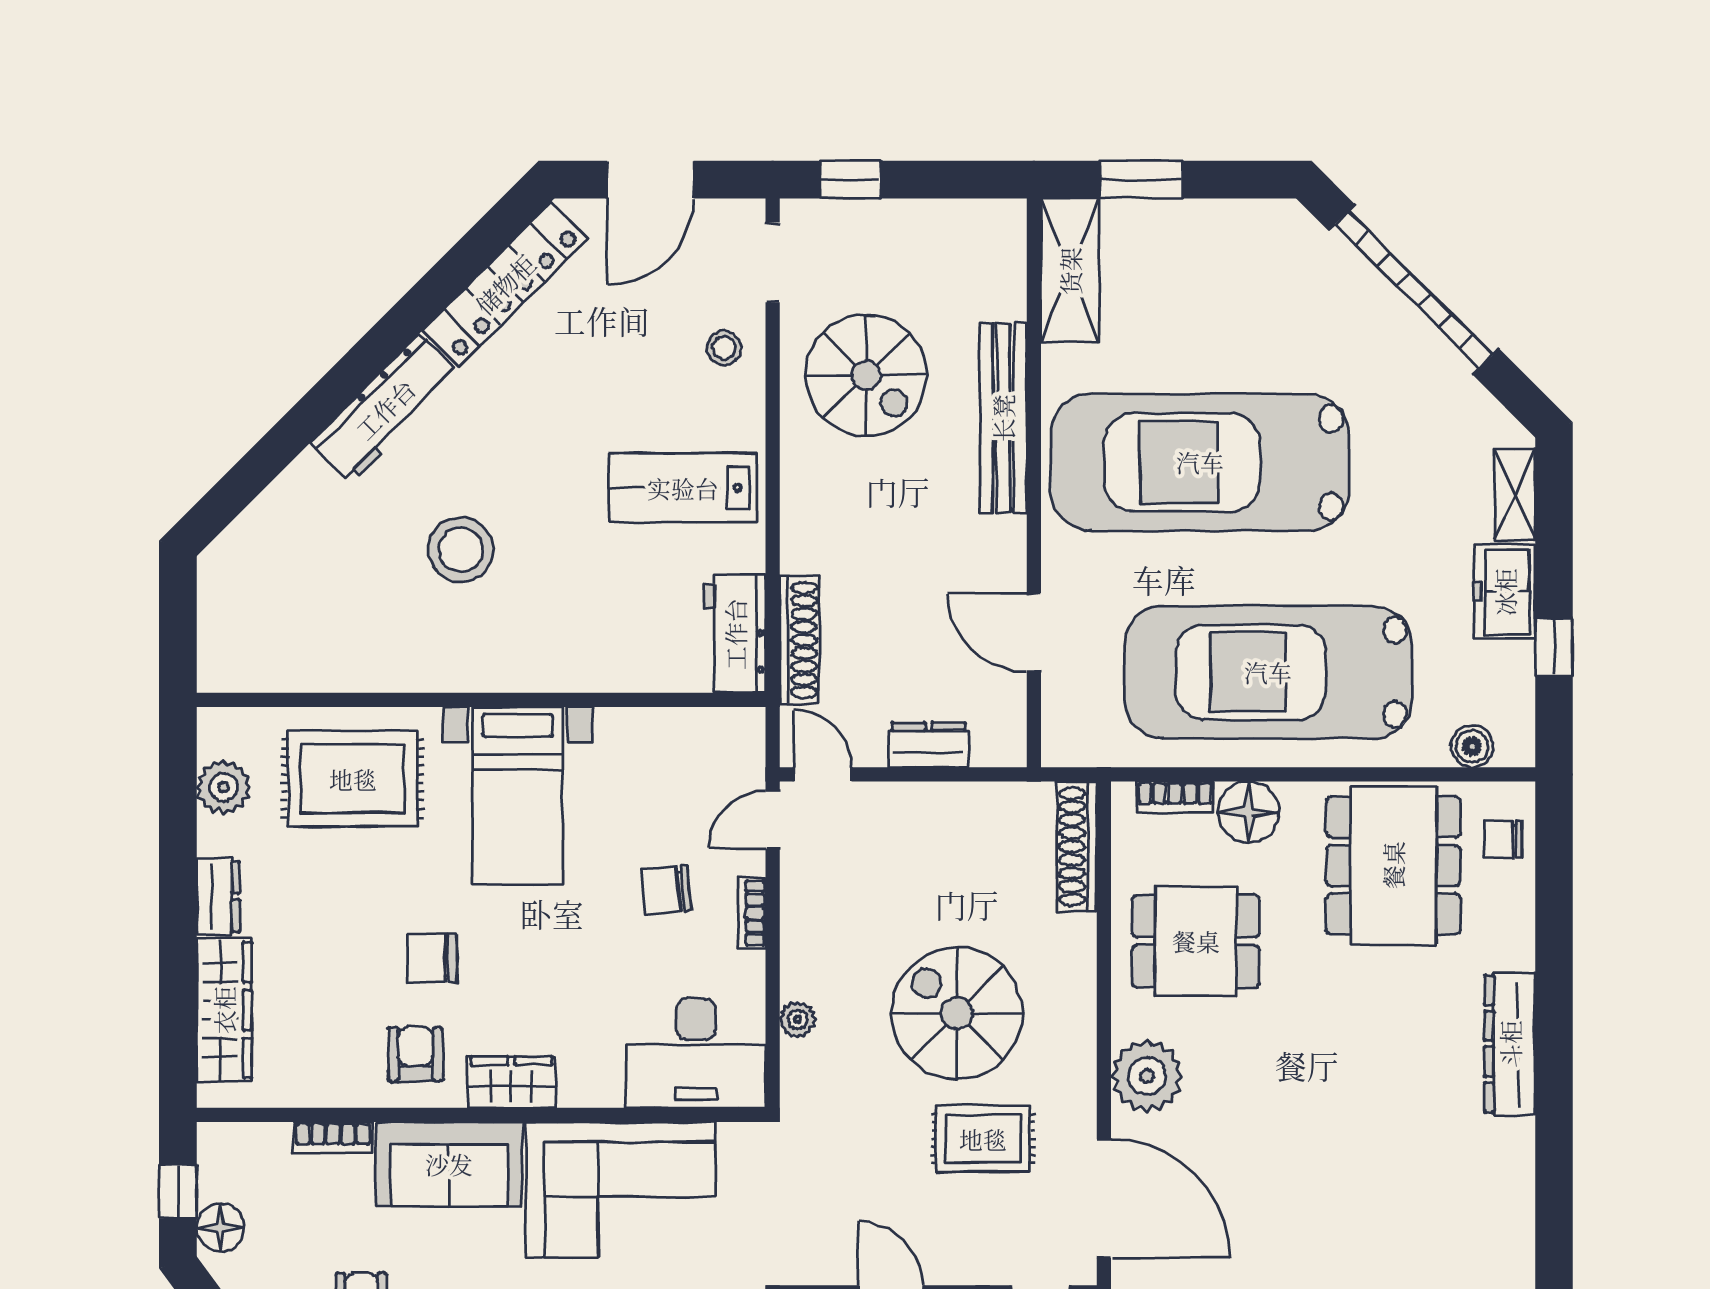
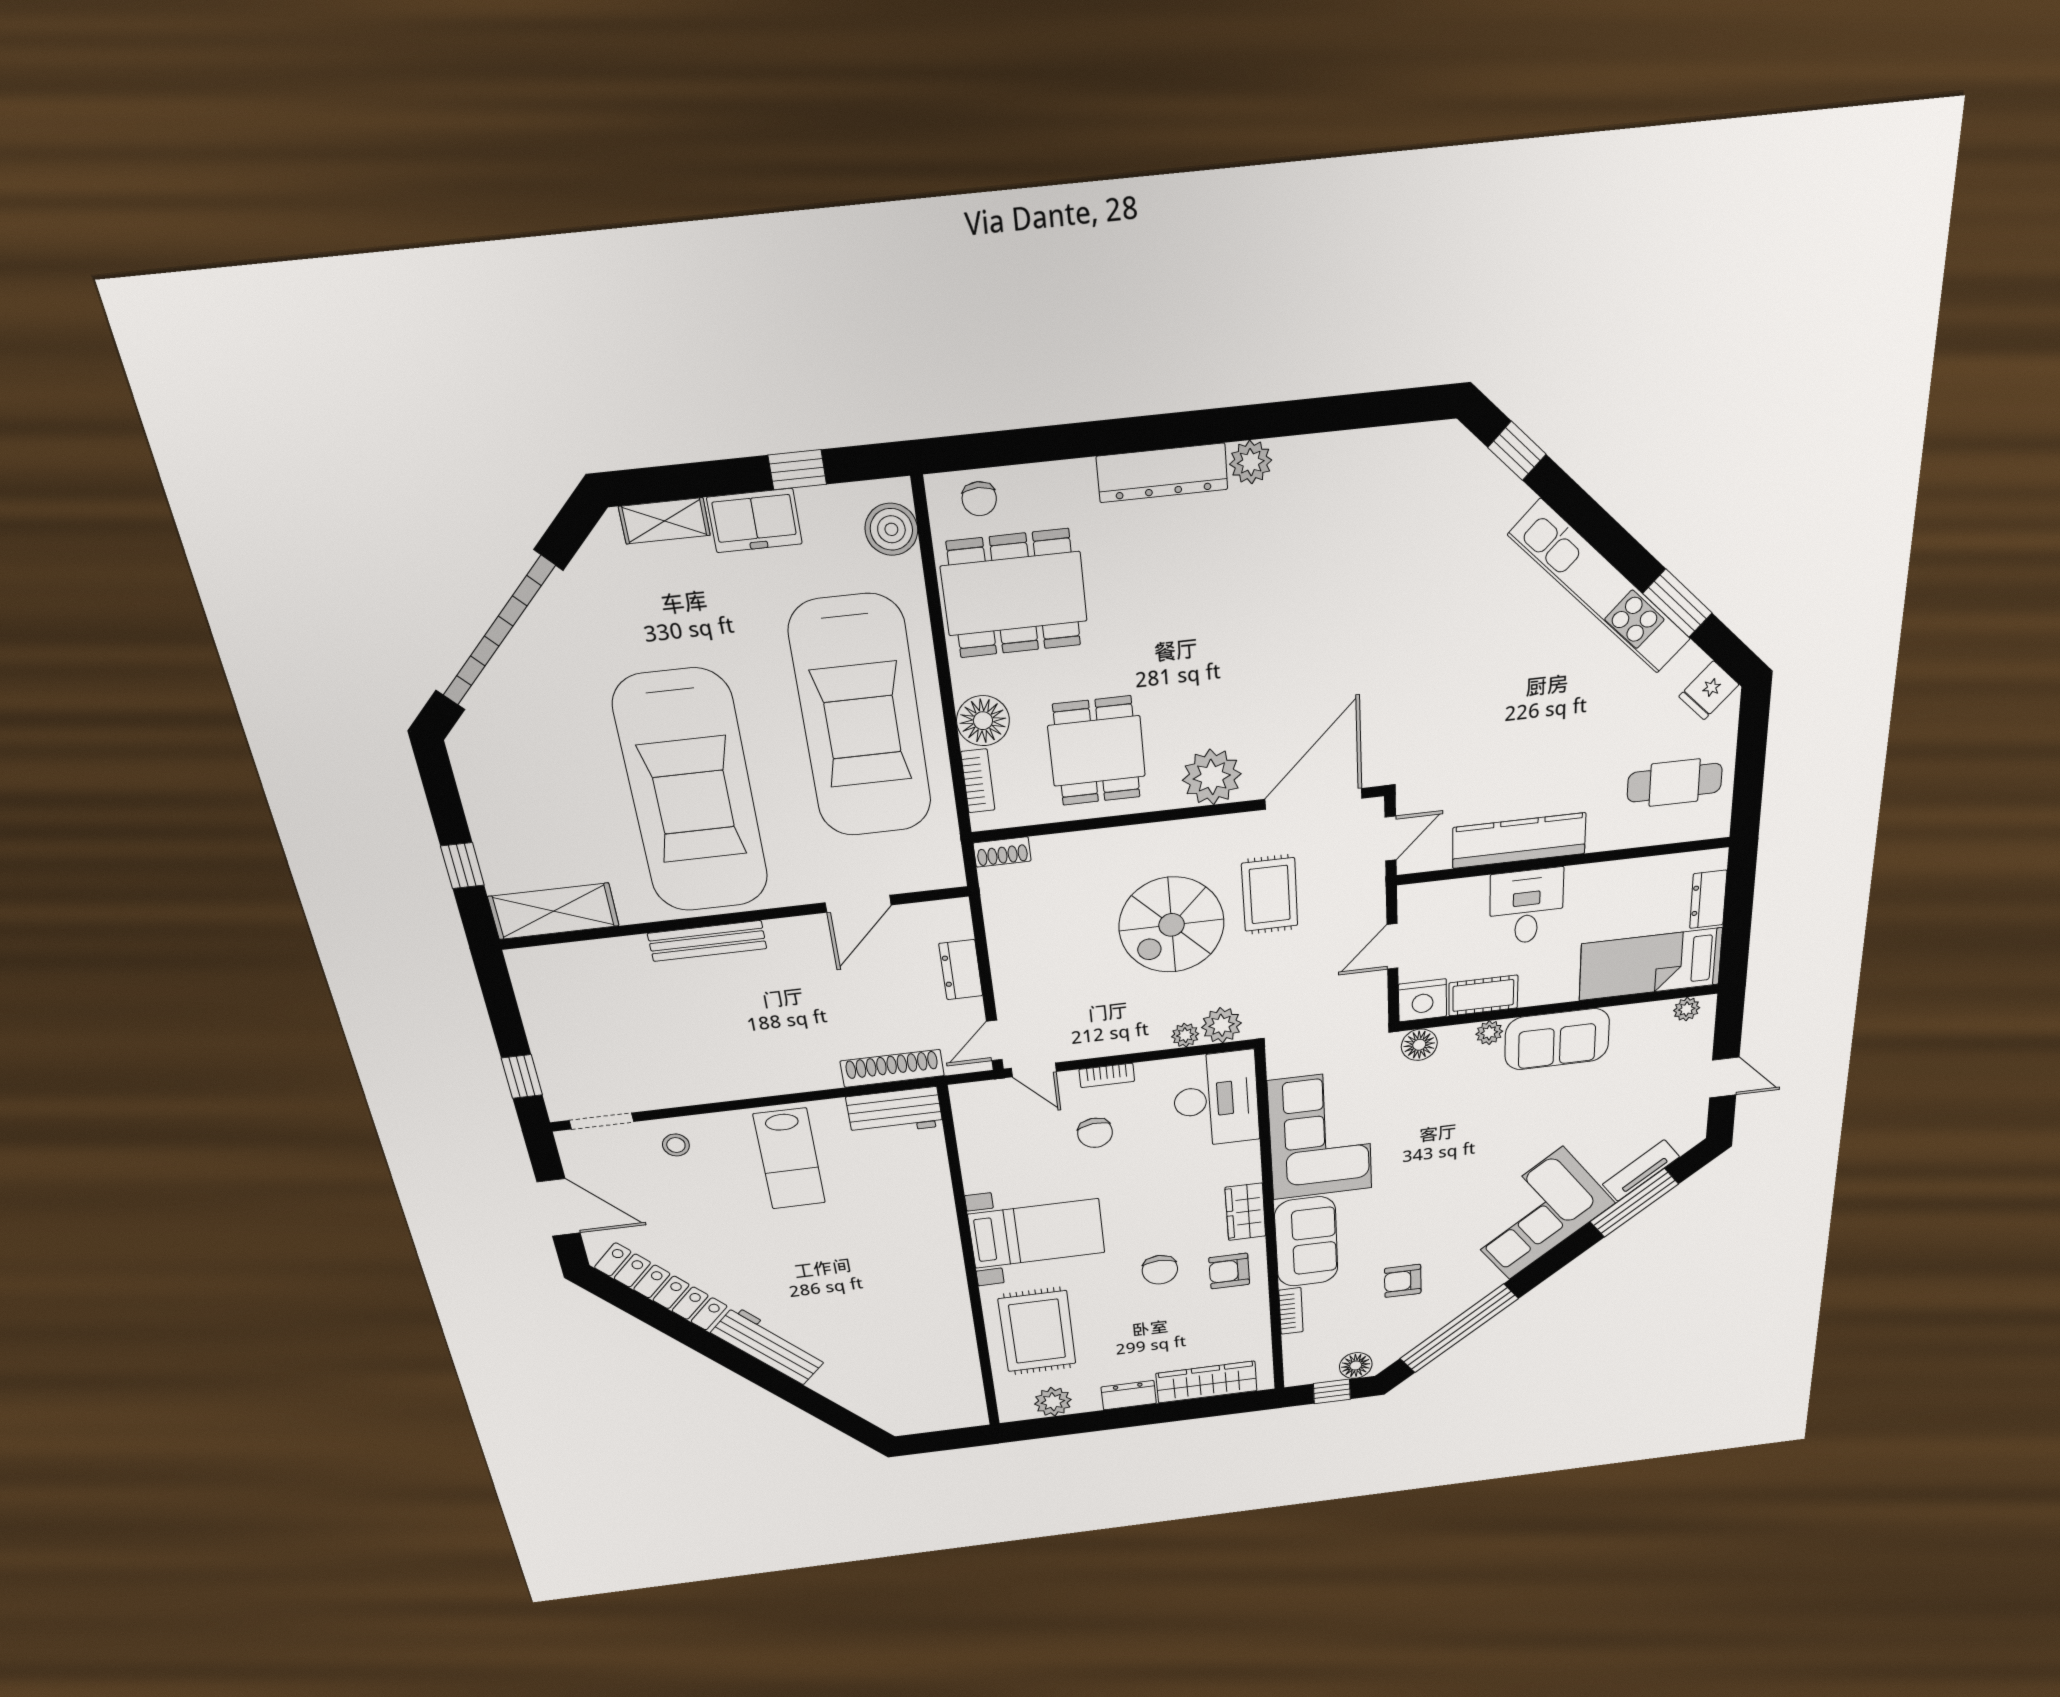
window: (1141, 180) -> (462, 866), width x0.67
spiral stairs: (866, 375) -> (675, 1048), removed
bench: (1003, 418) -> (707, 941), width x0.73, depth x0.82
stool: (461, 550) -> (862, 1289), removed
boiler: (1472, 746) -> (891, 529), width x1.36, depth x1.36
shoe rack: (1077, 846) -> (1002, 852), width x0.51, depth x0.81
plant: (806, 1067) -> (1221, 1025), added
plant: (1511, 1143) -> (1251, 462), added

